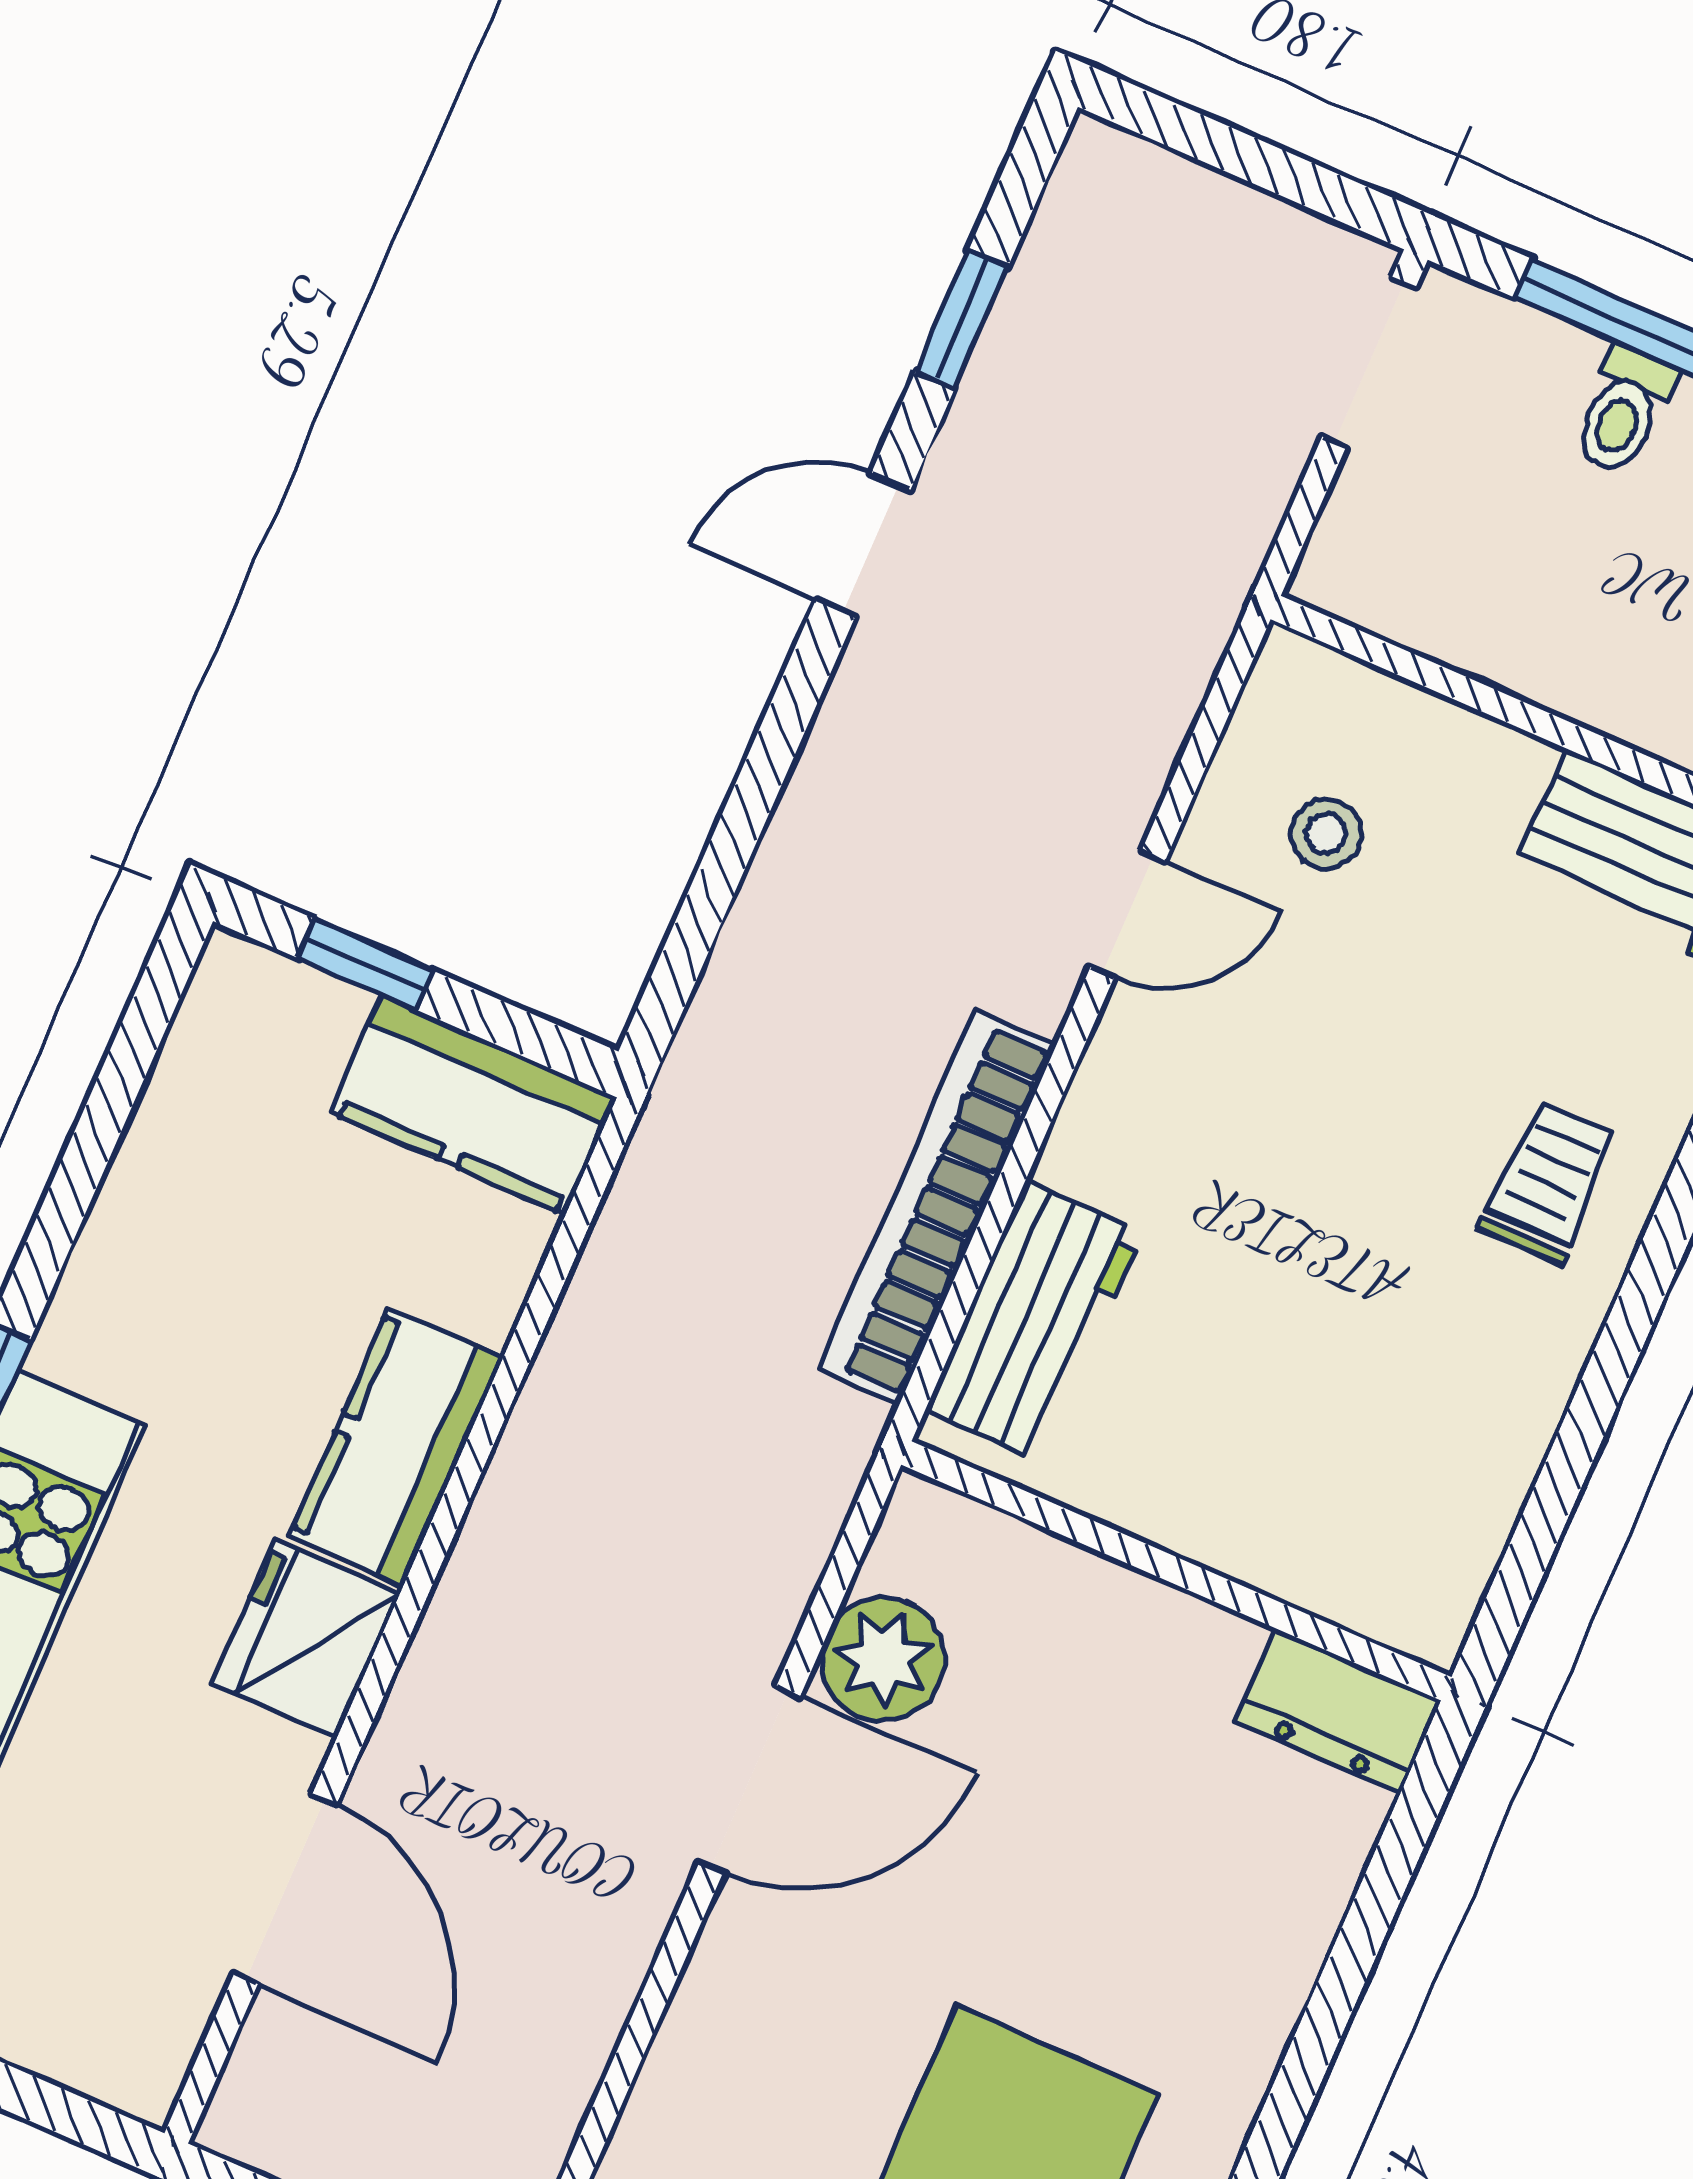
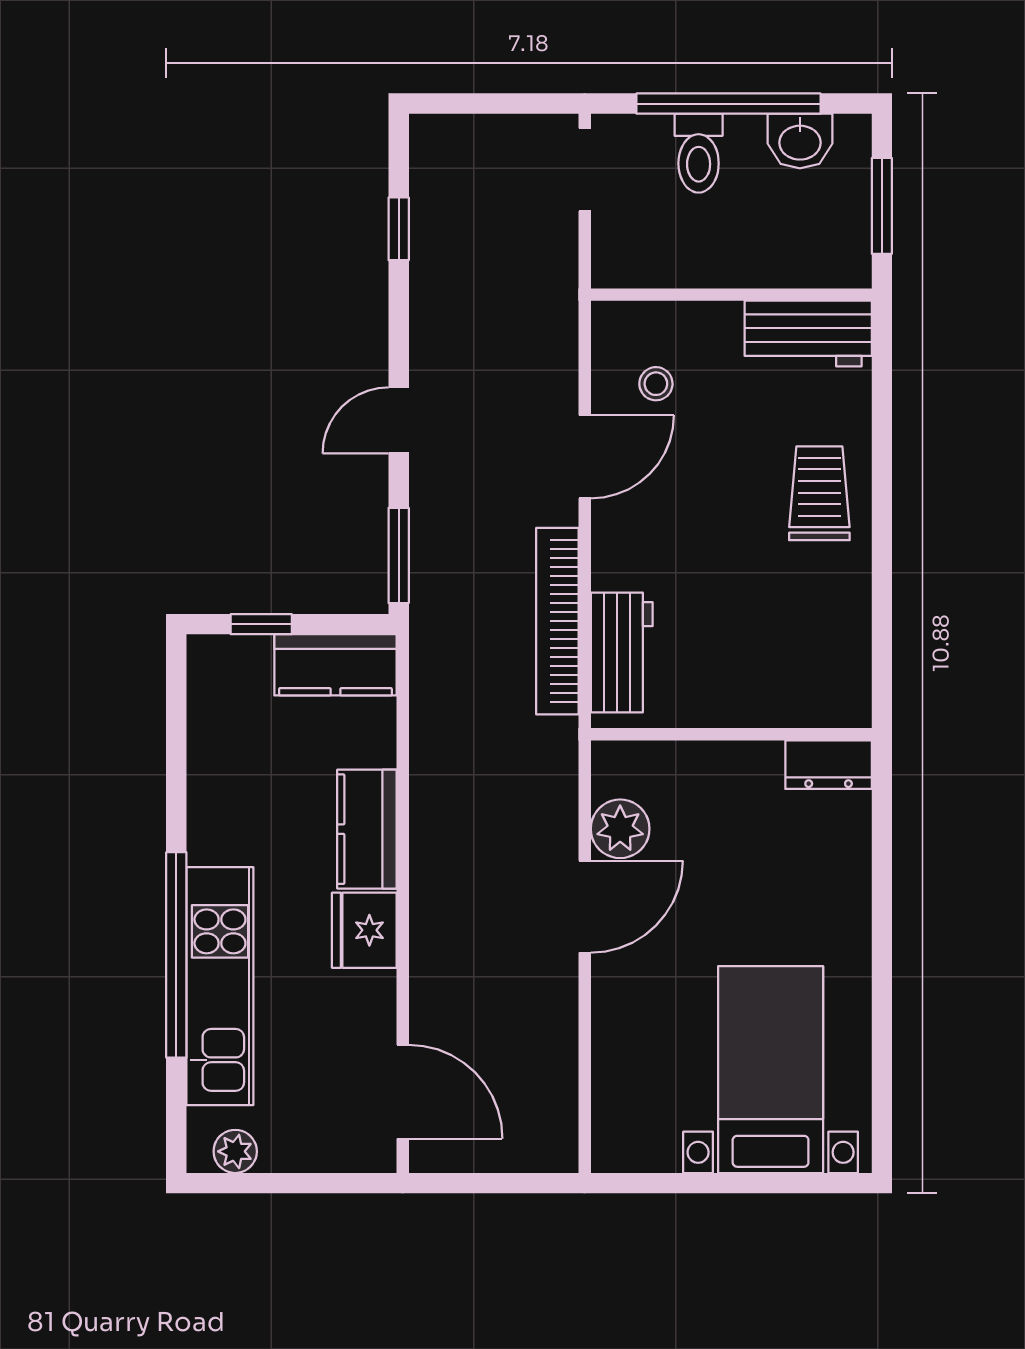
toilet: (1623, 410) -> (699, 153), width x1.37, depth x1.39
door: (863, 545) -> (399, 420), moved
door: (1128, 914) -> (585, 457), width x1.38
window: (687, 948) -> (399, 555), added
trolley: (1548, 1182) -> (819, 493), width x1.36, depth x1.39
door: (285, 1889) -> (403, 1092), moved

